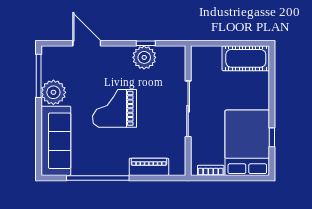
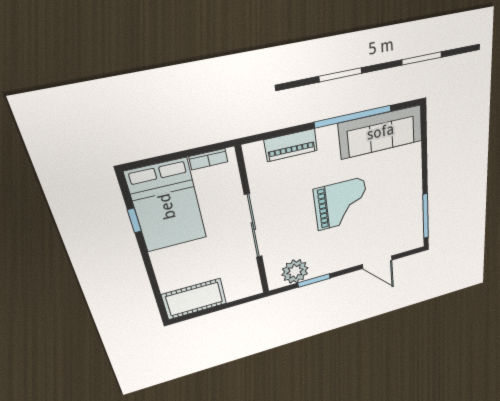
window: (146, 43) -> (314, 280), width x1.50
plant: (144, 57) -> (295, 271), moved
plant: (53, 92) -> (410, 203), removed
sofa: (56, 141) -> (381, 132), moved, turned -90

